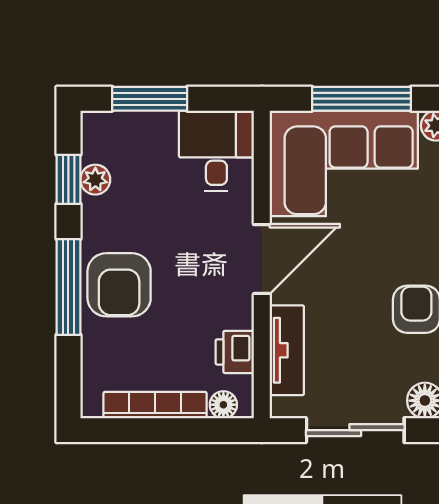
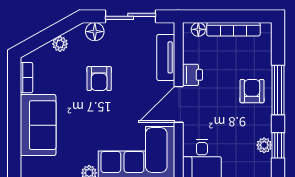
armchair: (119, 285) -> (252, 91), width x0.72, depth x0.72
printer: (235, 352) -> (192, 75), moved

